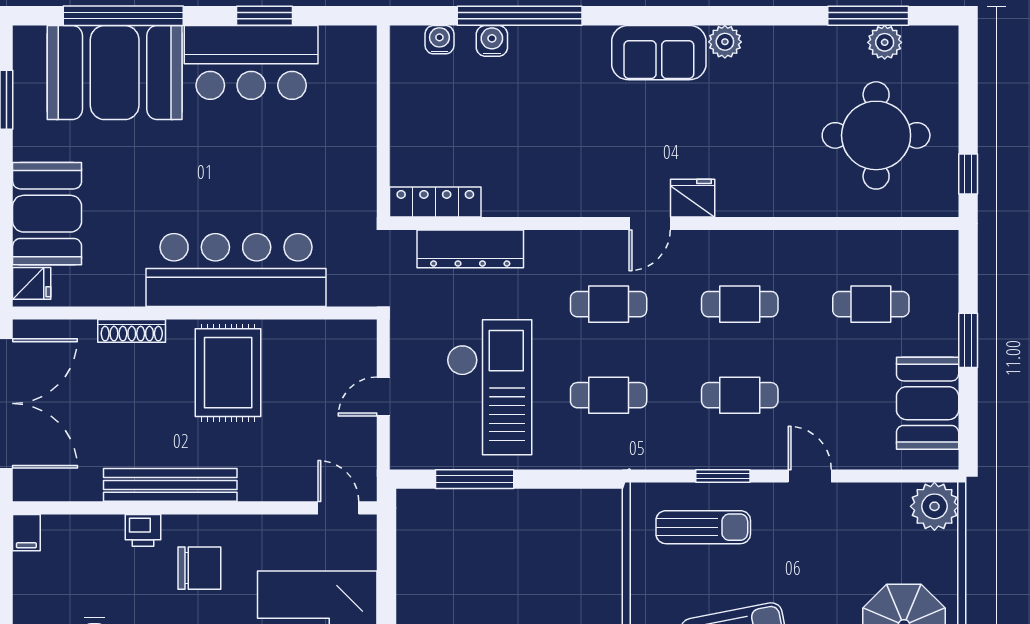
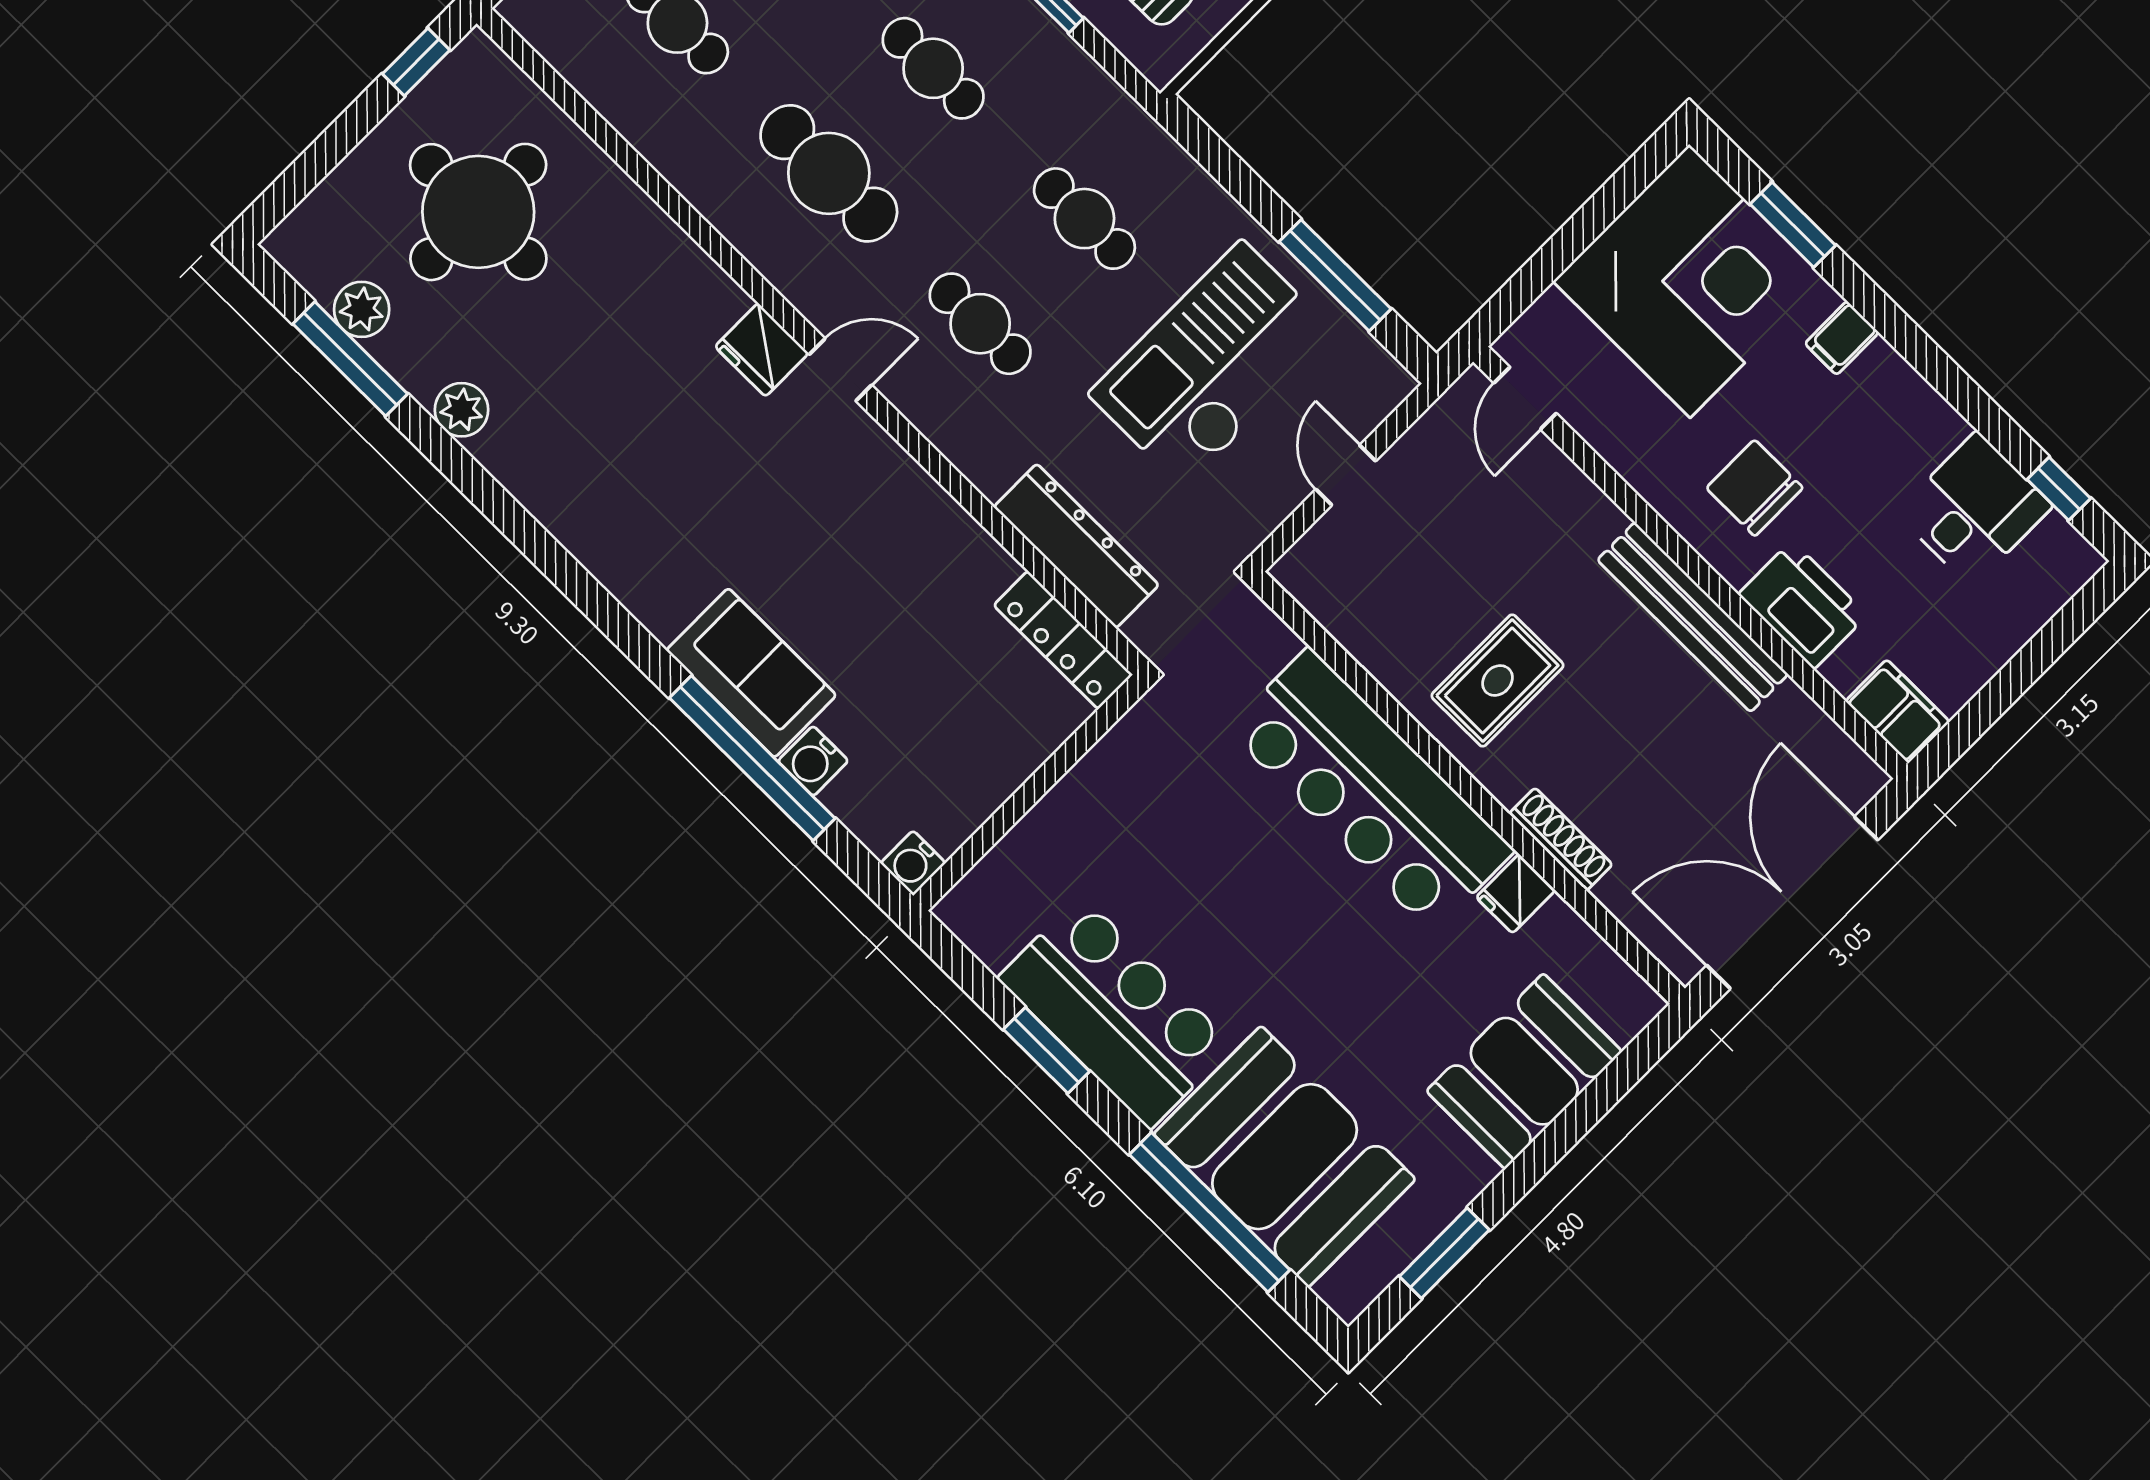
water cooler: (439, 40) -> (913, 863), moved
plant: (725, 42) -> (461, 410), moved
sofa: (659, 53) -> (751, 673), moved
fridge: (32, 283) -> (1516, 894), moved, turned -90
cafe table: (740, 304) -> (829, 173), width x1.37, depth x1.35
rug: (228, 373) -> (1497, 681), width x0.73, depth x0.70
door: (383, 396) -> (1346, 475), swing flipped
printer: (143, 530) -> (1803, 605), width x1.87, depth x1.48
filing cabinet: (26, 533) -> (1898, 711), width x2.00

